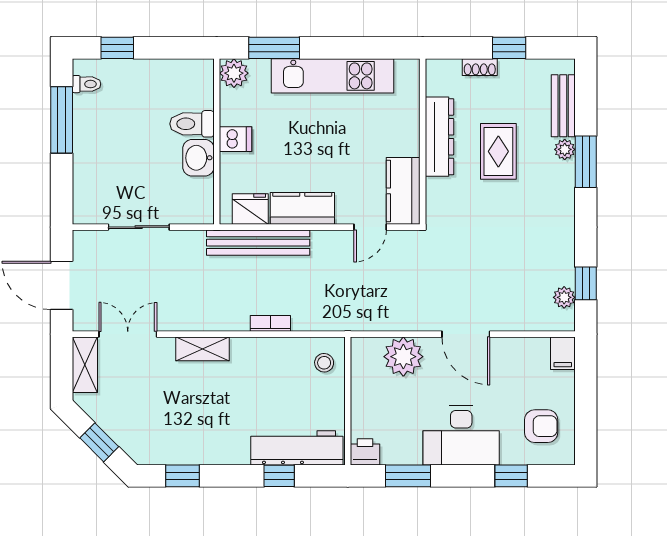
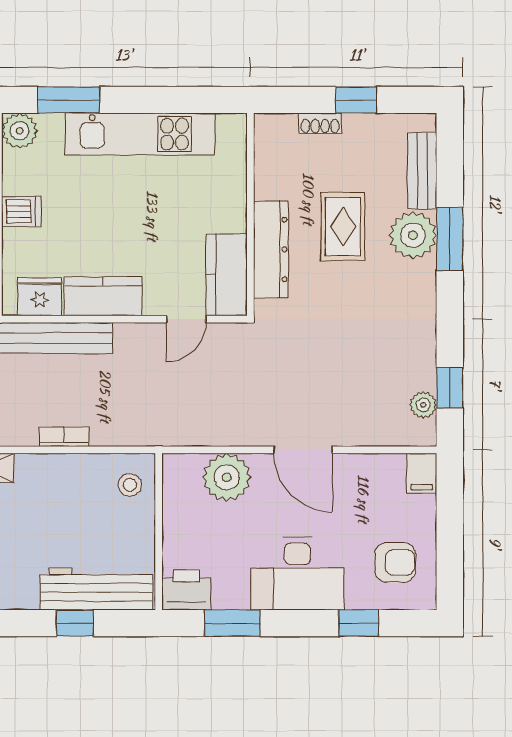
dresser: (439, 137) -> (271, 249), moved
plant: (565, 149) -> (413, 235), width x1.88, depth x1.88
printer: (365, 452) -> (186, 590), width x1.36, depth x1.24

